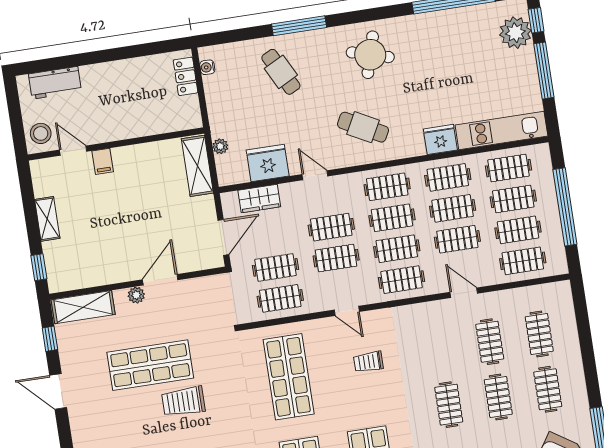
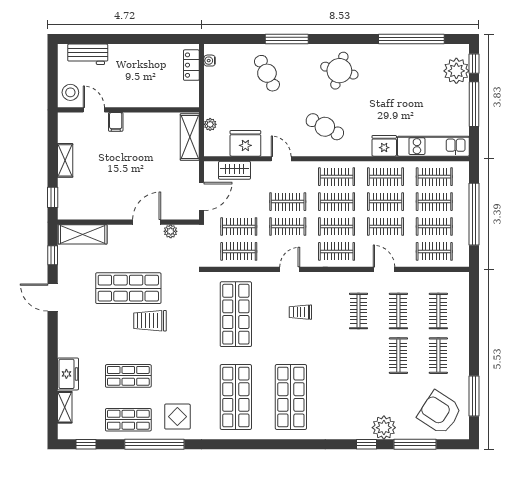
plant: (136, 295) -> (171, 231), moved
door: (347, 311) -> (290, 269), swing flipped
clothes rail: (449, 405) -> (359, 311), moved

